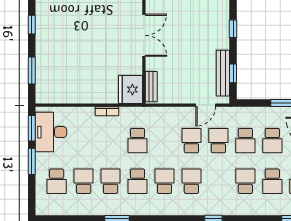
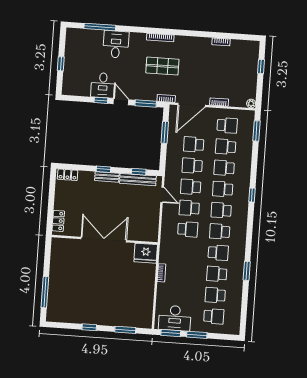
double door: (144, 35) -> (104, 240), width x1.36
bench: (151, 87) -> (107, 177), moved
school desk: (138, 141) -> (188, 229), moved
school desk: (245, 141) -> (192, 166), turned 180
school desk: (272, 141) -> (194, 144), turned 180
school desk: (218, 181) -> (223, 189), added
school desk: (272, 181) -> (226, 147), turned 180

